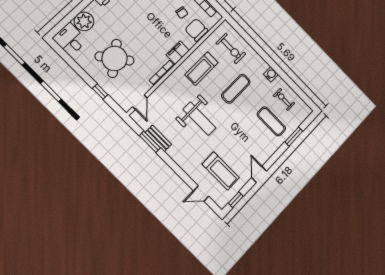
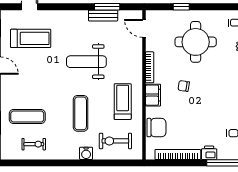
chair: (182, 13) -> (184, 86), moved
round table: (115, 58) -> (196, 42), turned 38
water cooler: (271, 74) -> (86, 153), moved
treadmill: (221, 171) -> (31, 38), turned 180

